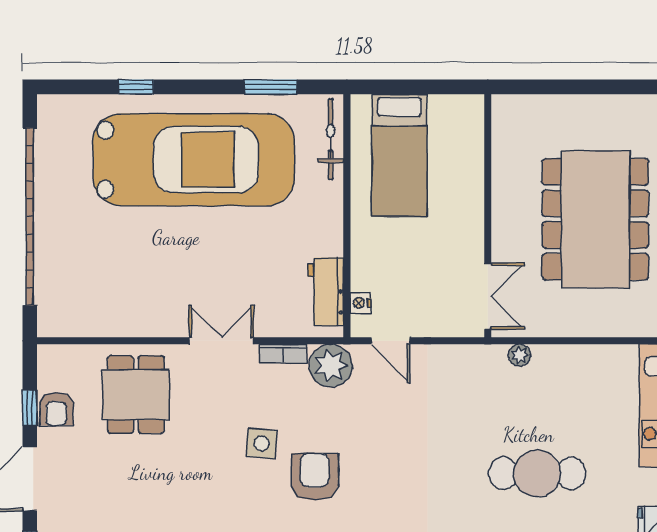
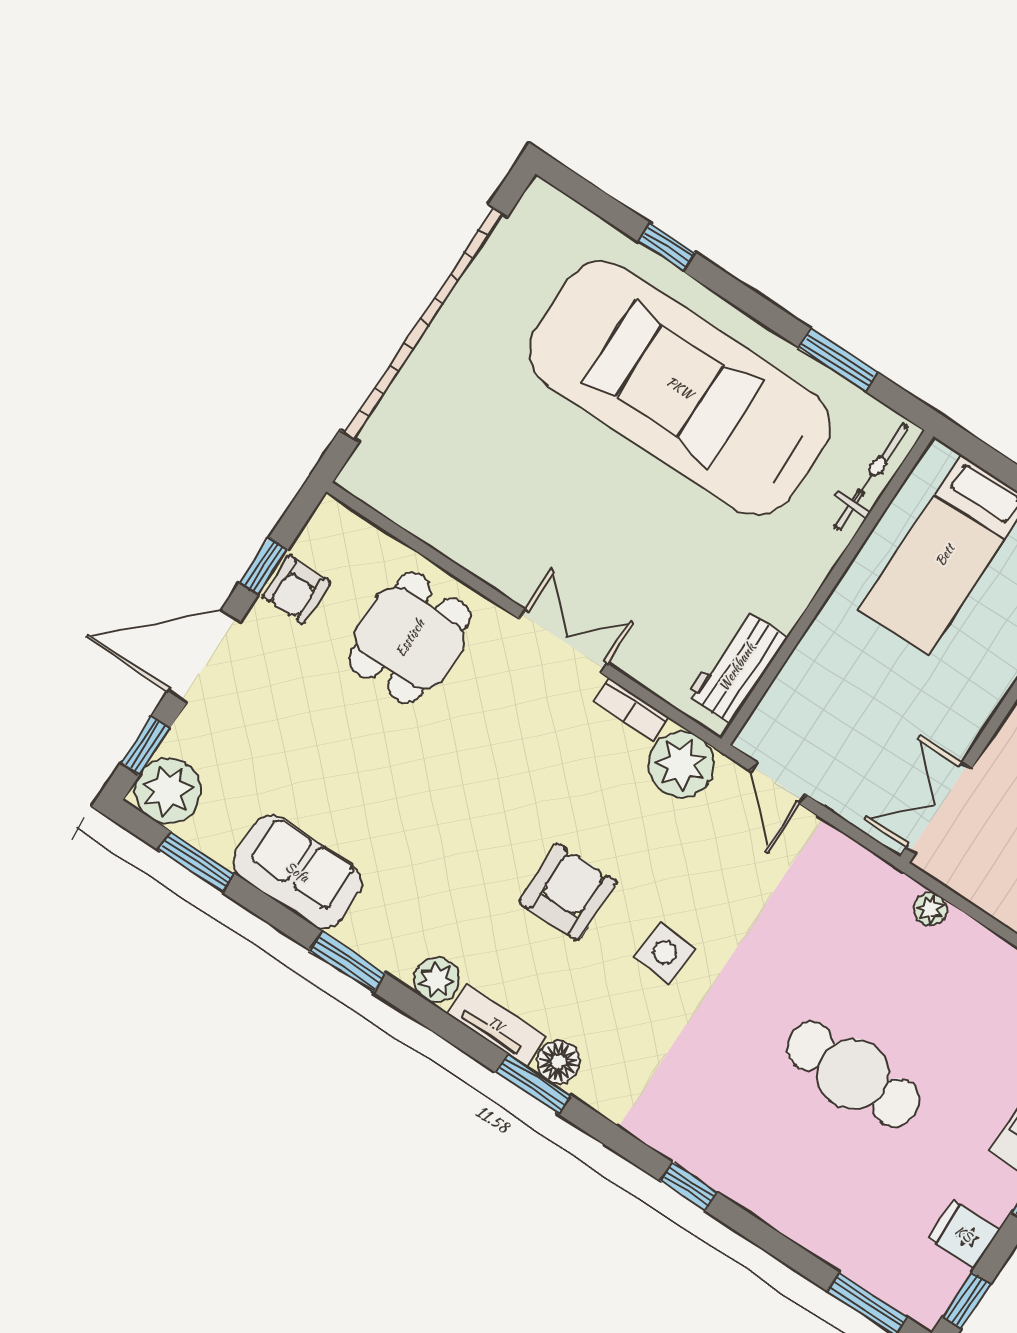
car: (194, 160) -> (680, 388), turned 180
double door: (488, 296) -> (939, 808), swing flipped
nightstand: (360, 303) -> (772, 710), removed
side table: (262, 444) -> (665, 953), moved

